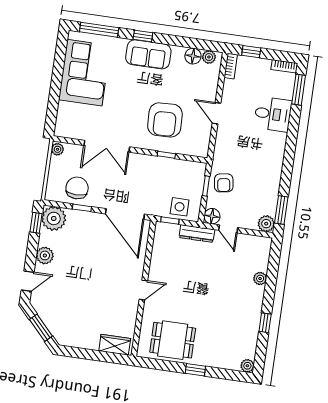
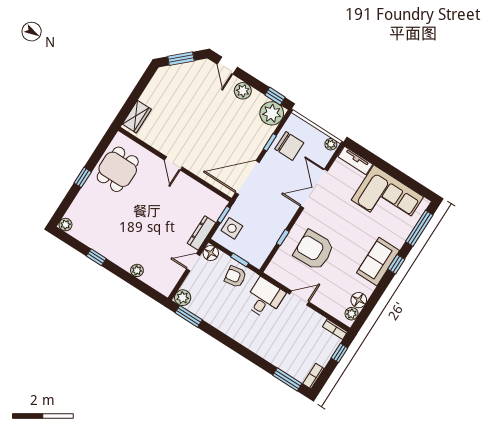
desk: (273, 114) -> (265, 298), moved, turned 180
tv unit: (62, 119) -> (355, 160), added

